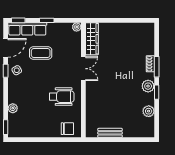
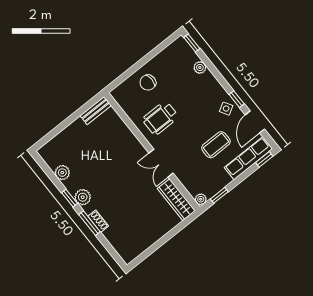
window: (47, 20) -> (219, 195), moved
chair: (67, 129) -> (148, 83), moved
bench: (110, 133) -> (96, 111), moved

